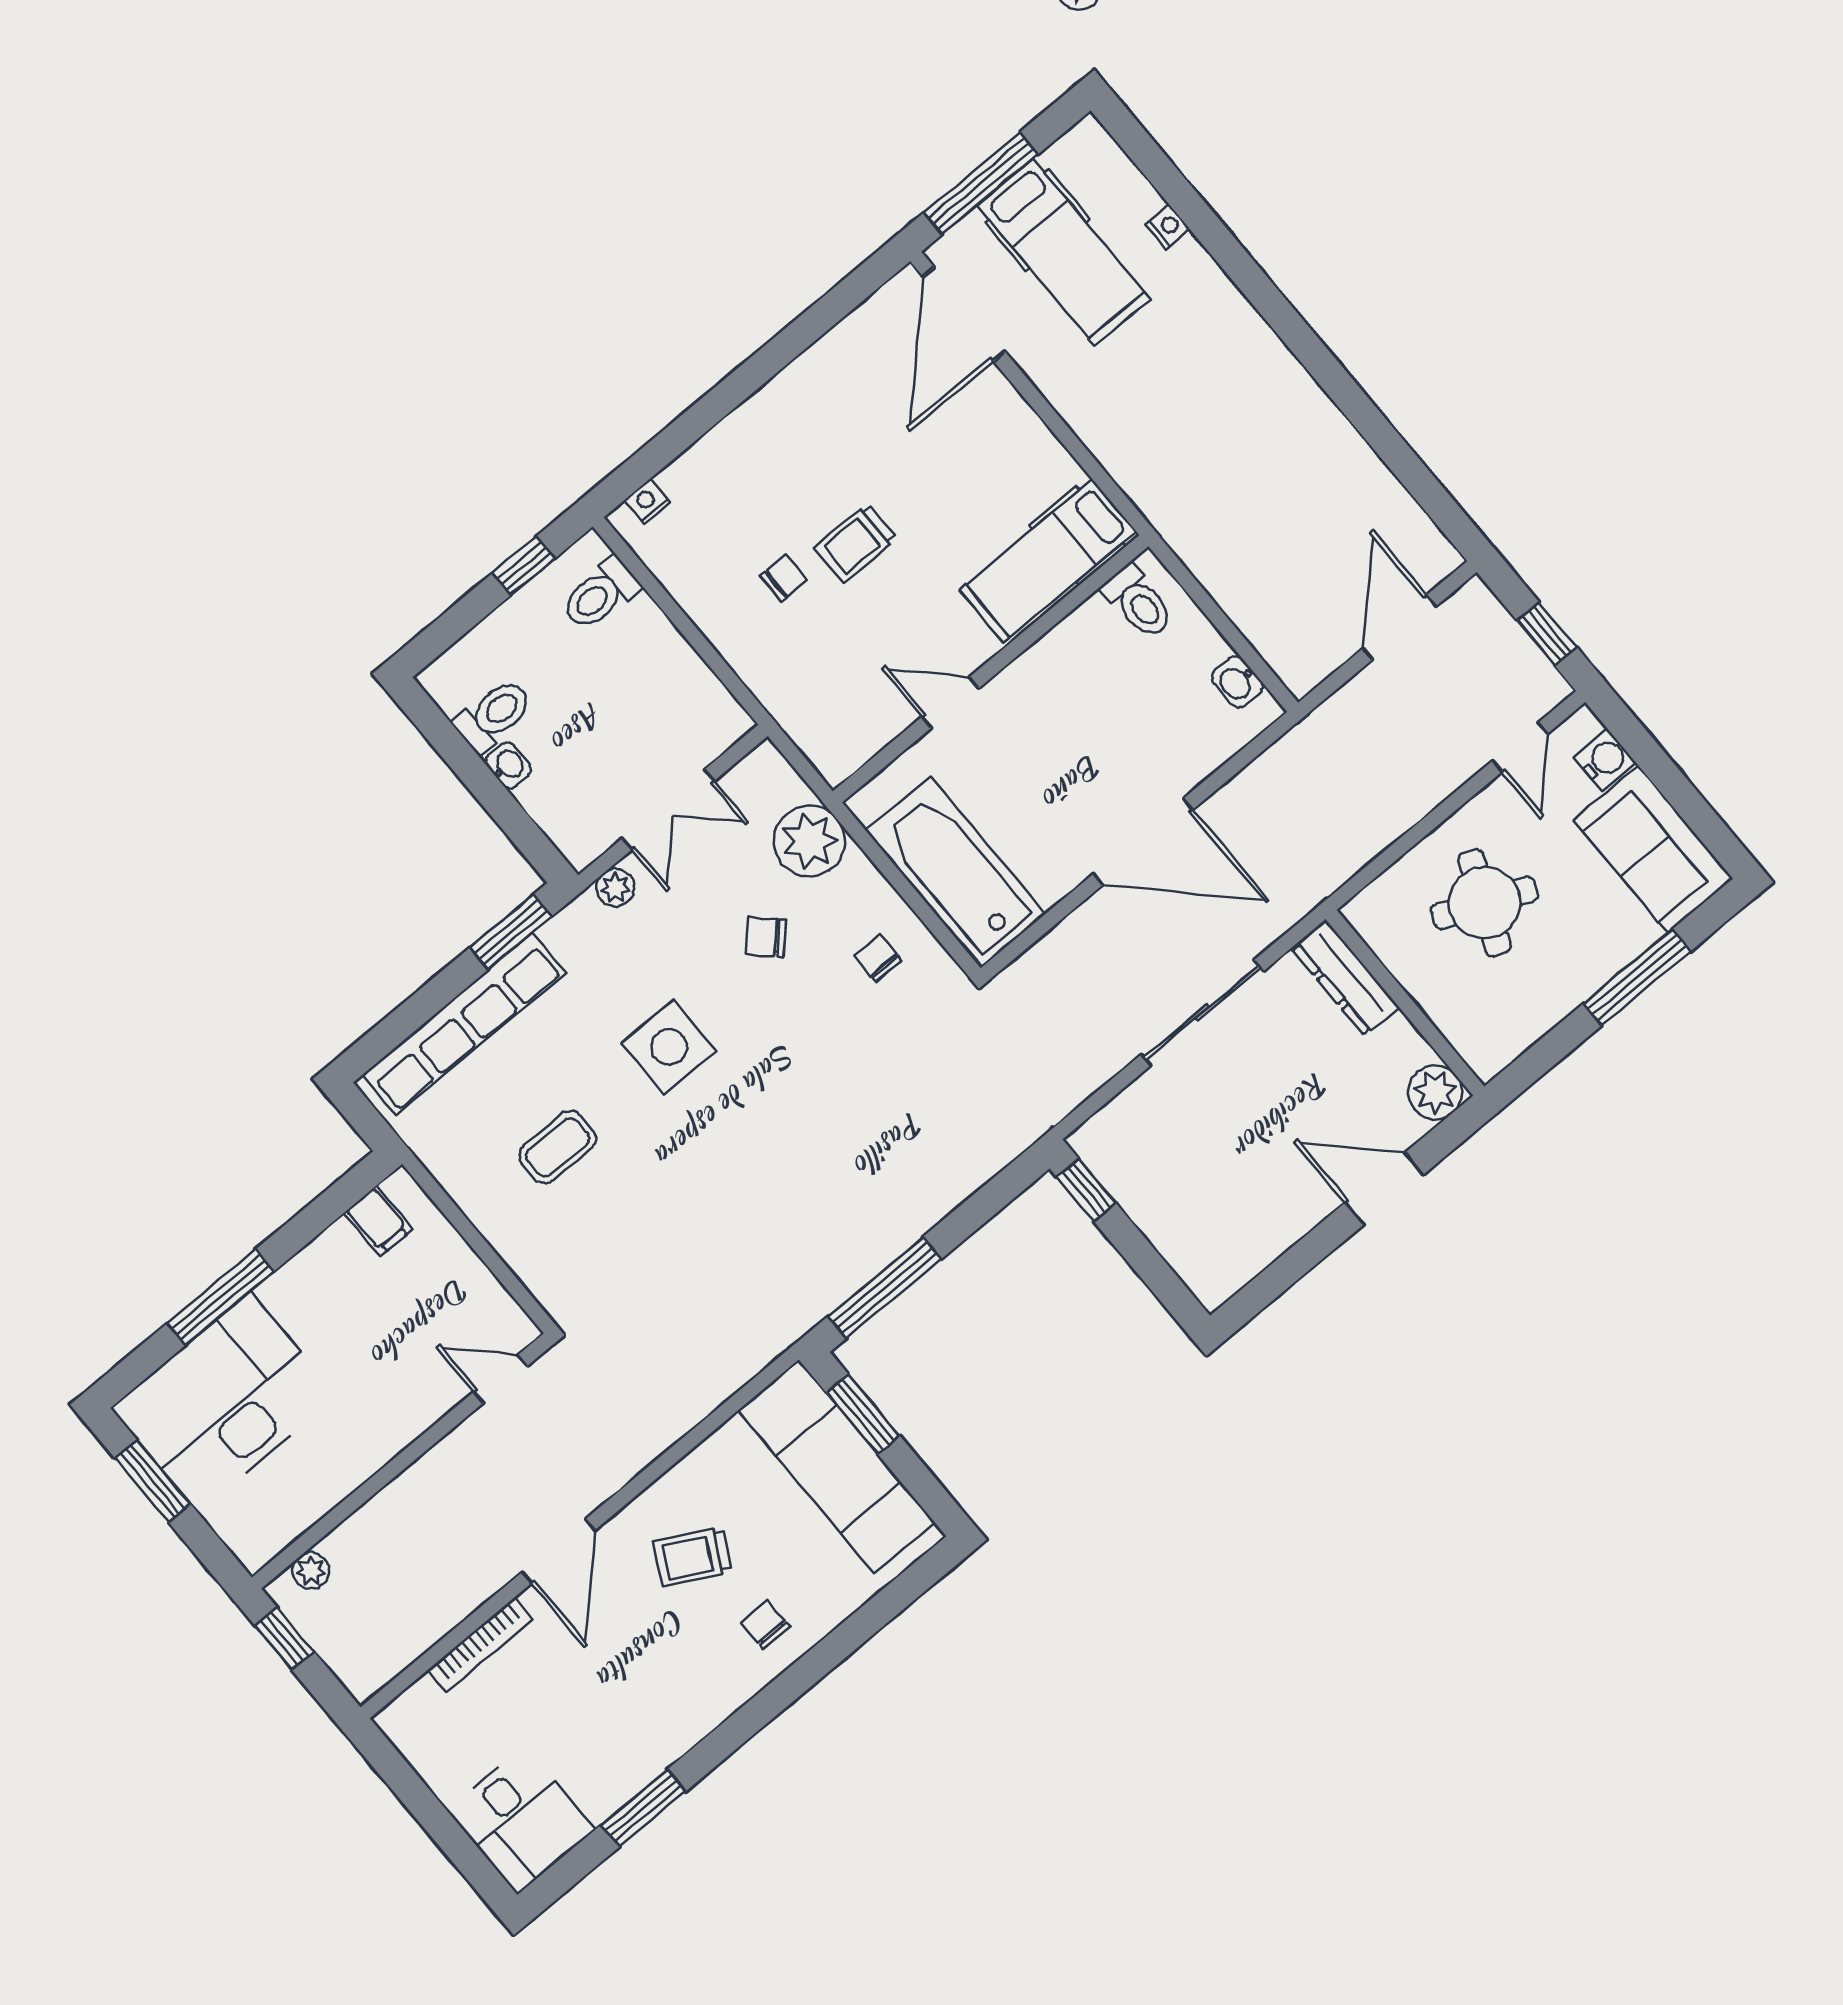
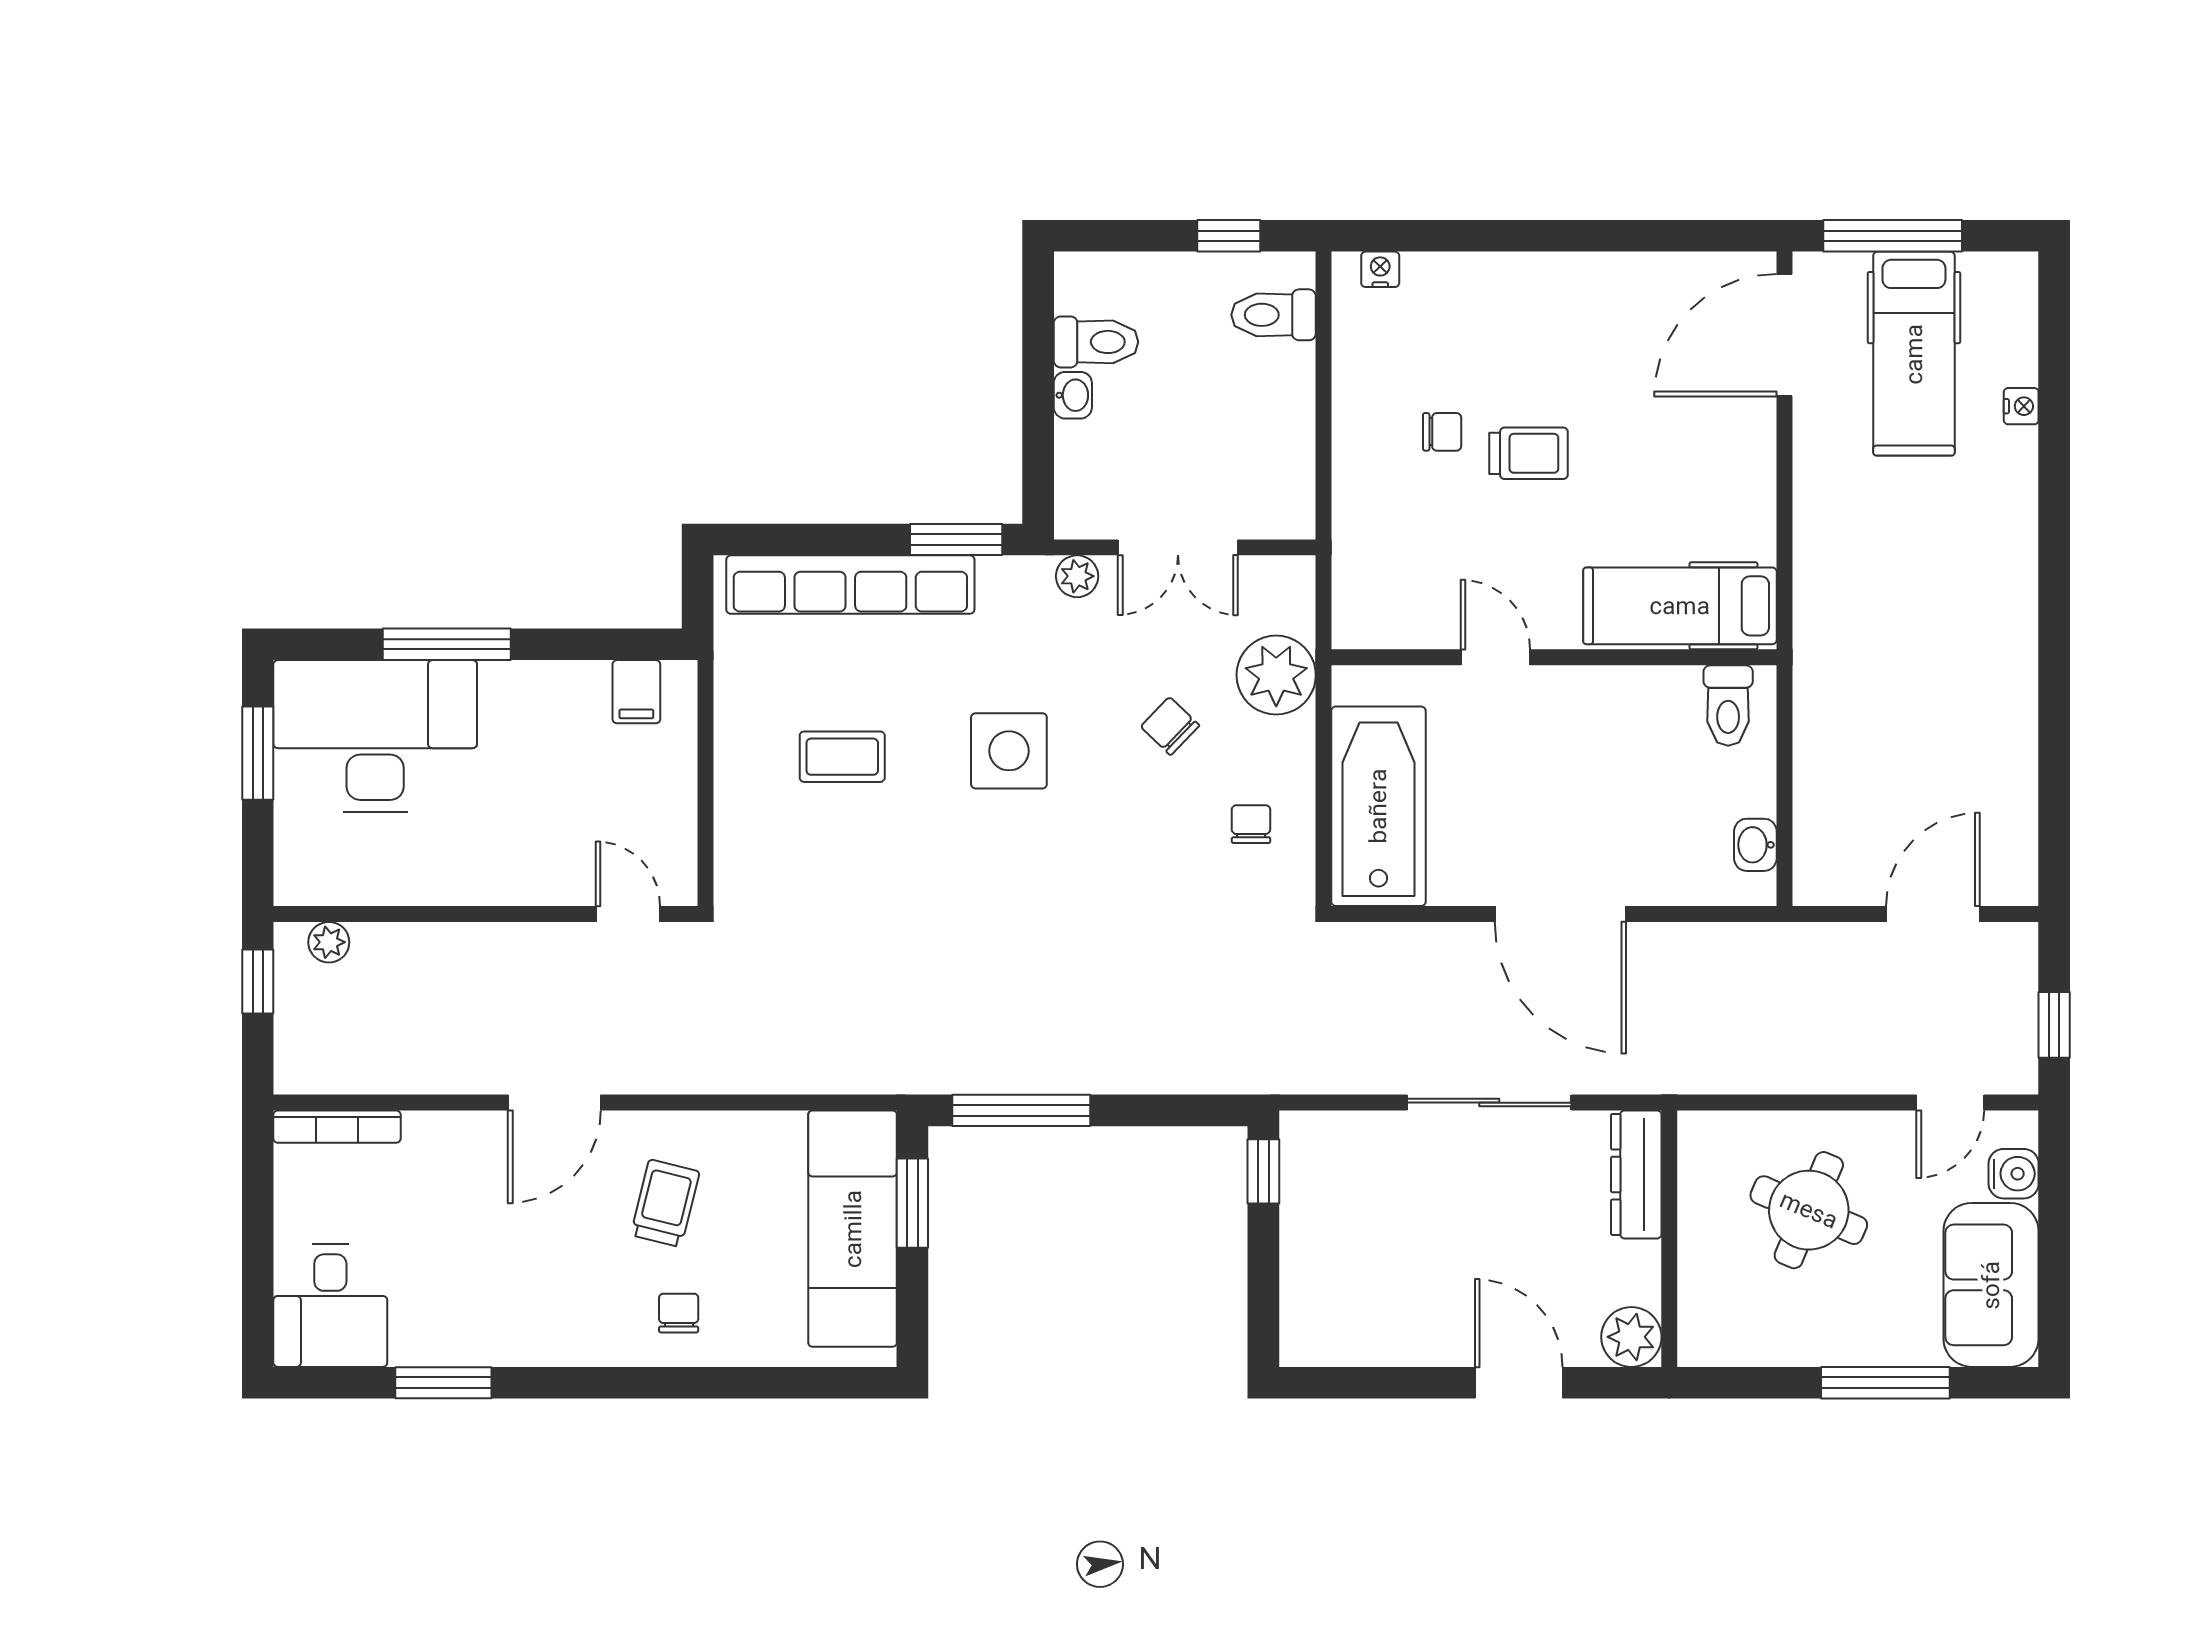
trolley: (855, 543) -> (1528, 453), turned 180
trolley: (693, 1557) -> (665, 1203), turned 76
bookcase: (481, 1645) -> (337, 1127), moved

